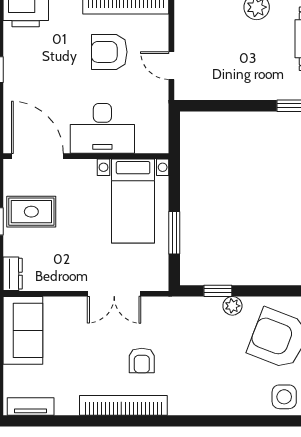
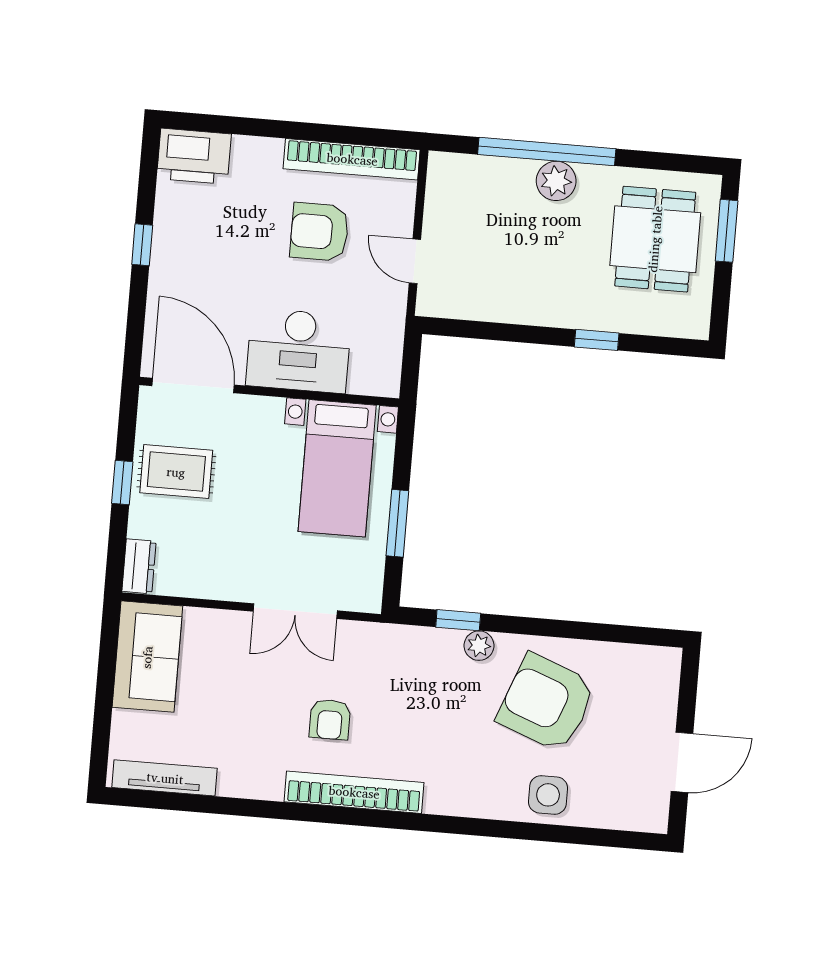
bookcase: (123, 405) -> (354, 792), moved
tv unit: (31, 406) -> (165, 778), width x1.41

